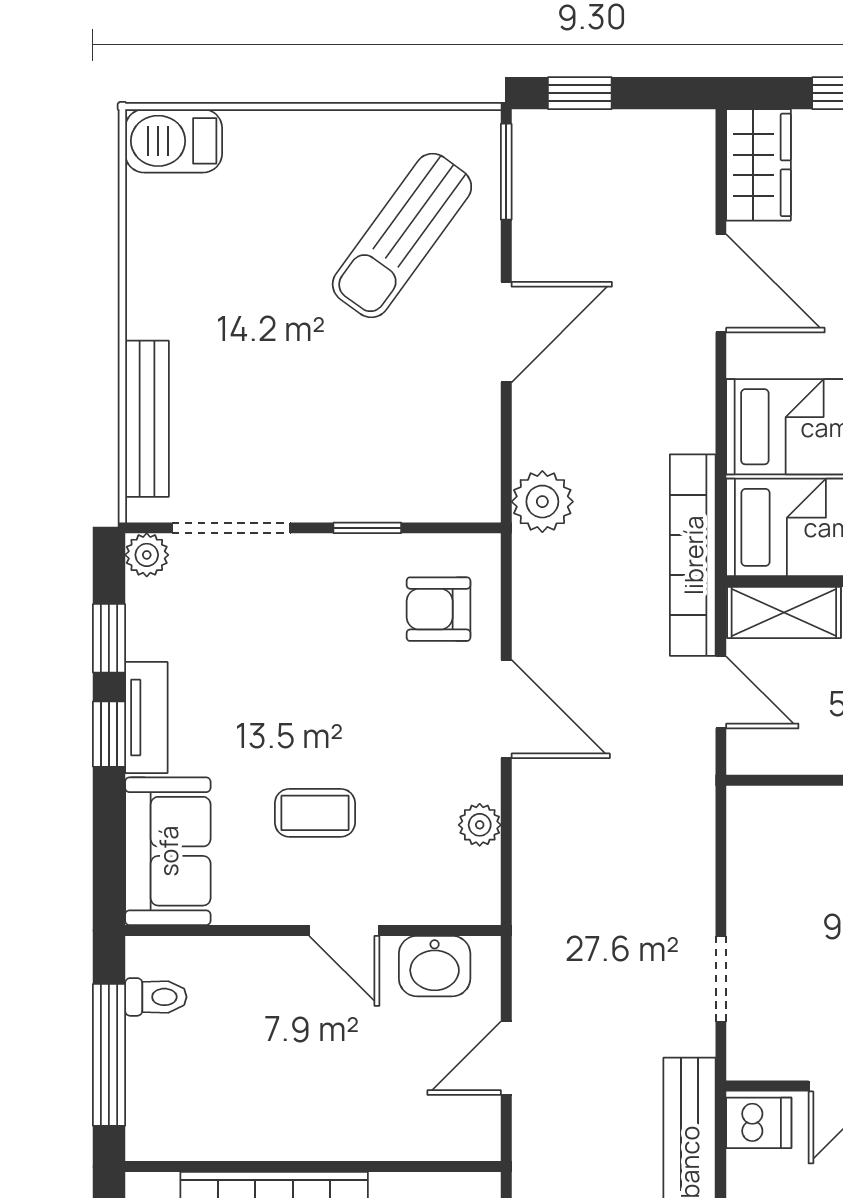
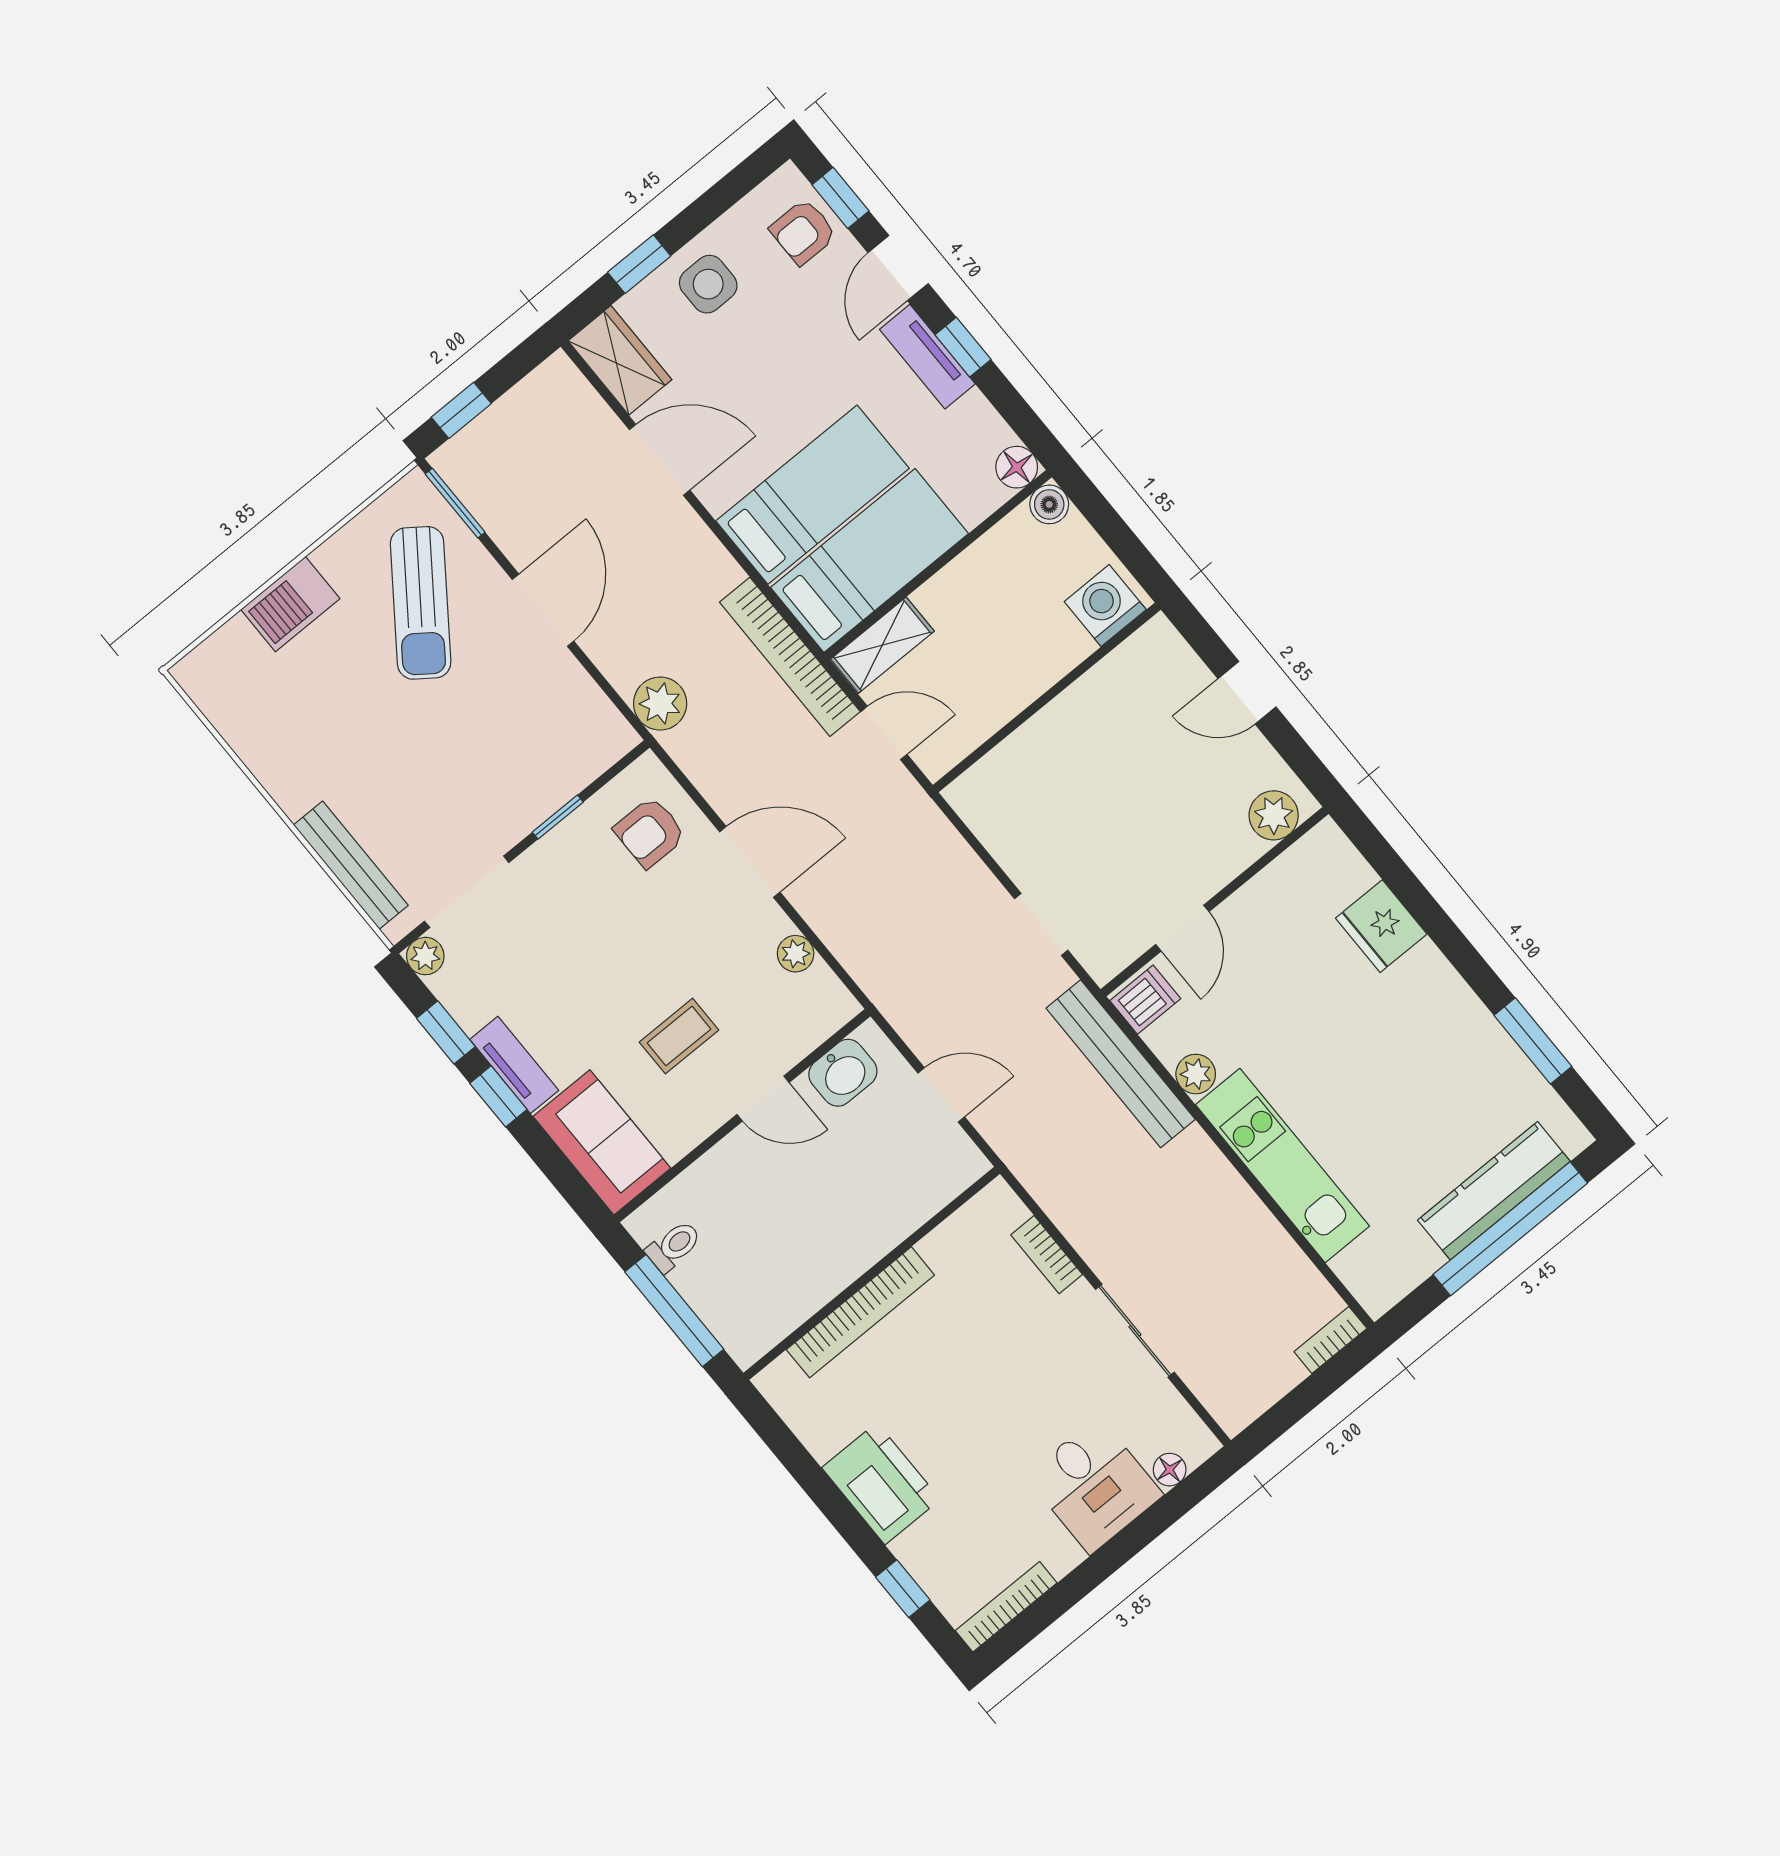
barbecue: (174, 141) -> (290, 604), moved
door: (506, 1058) -> (941, 1095), swing flipped

